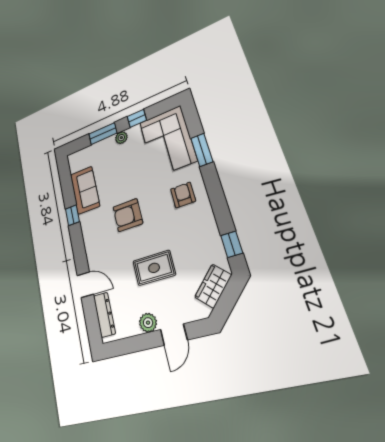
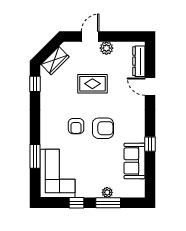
plant: (121, 138) -> (107, 192), moved
armchair: (183, 195) -> (76, 126), moved

